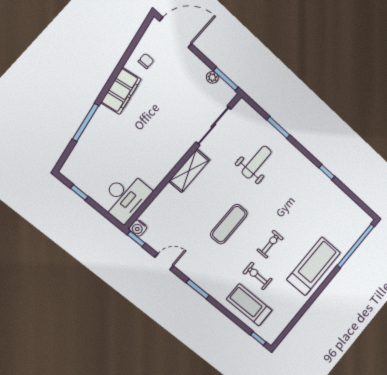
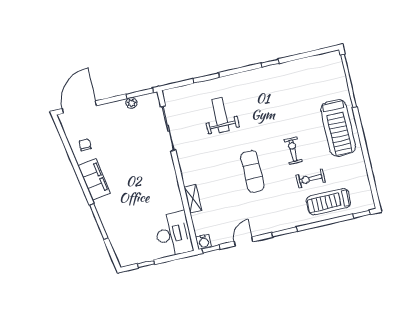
shelving: (189, 171) -> (193, 199), moved, width x0.67, depth x0.75
treadmill: (314, 266) -> (338, 128), turned 180

